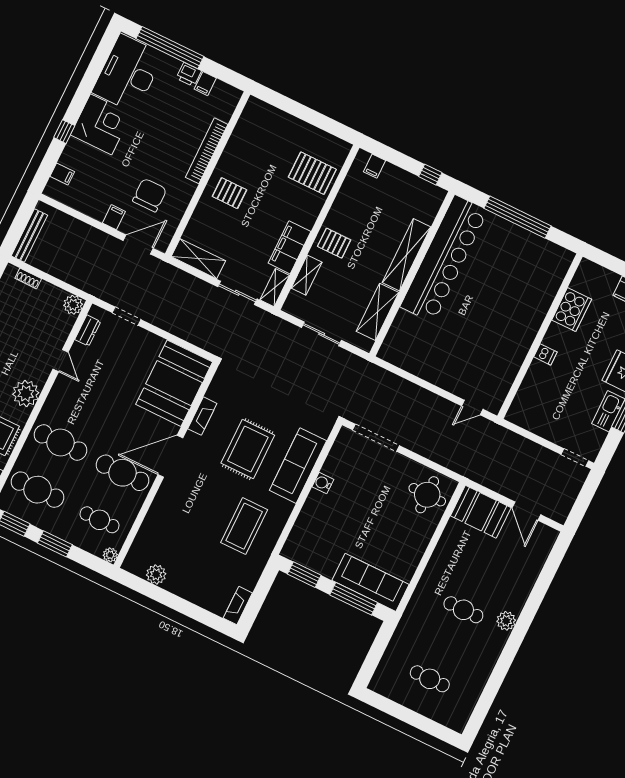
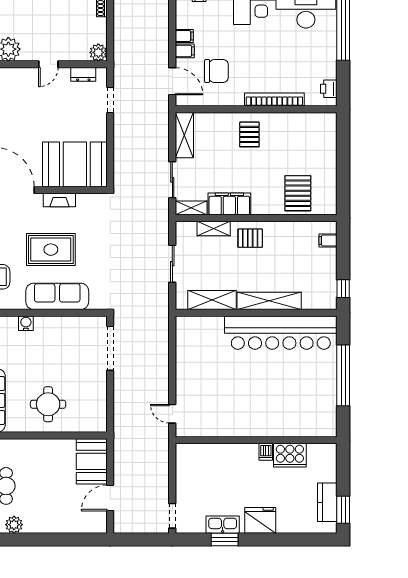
printer: (189, 75) -> (329, 89), moved
filing cabinet: (205, 84) -> (184, 36), moved, turned 180
pallet: (334, 243) -> (250, 238), turned 90
dishwasher: (545, 354) -> (266, 452), moved
water cooler: (323, 483) -> (26, 323), moved
round table: (427, 495) -> (48, 404), moved

